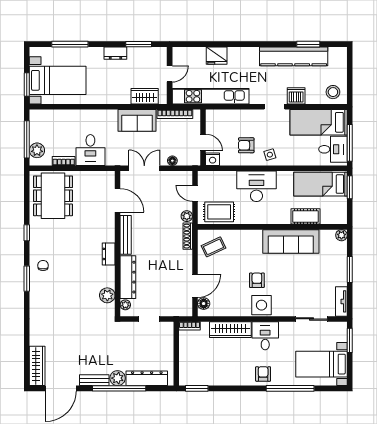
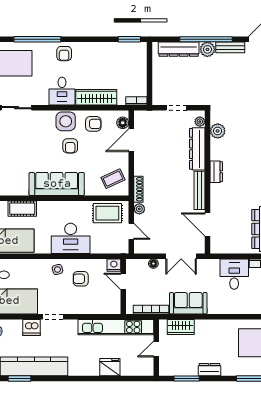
armchair: (246, 145) -> (81, 279), turned 180
sofa: (291, 241) -> (57, 184), moved
armchair: (233, 303) -> (93, 124), added

